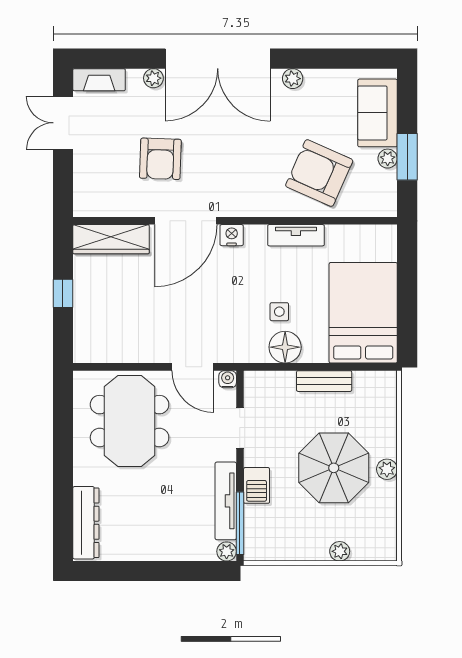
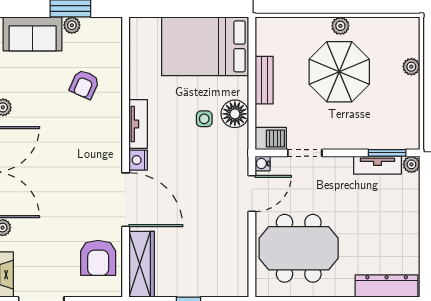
armchair: (160, 159) -> (98, 258), moved, turned 88
armchair: (319, 173) -> (84, 84), width x0.53, depth x0.53
tv unit: (296, 235) -> (138, 124), moved
barbecue: (257, 485) -> (271, 138), moved
tv unit: (226, 501) -> (377, 165), width x0.71
window: (240, 523) -> (387, 153), width x0.69

